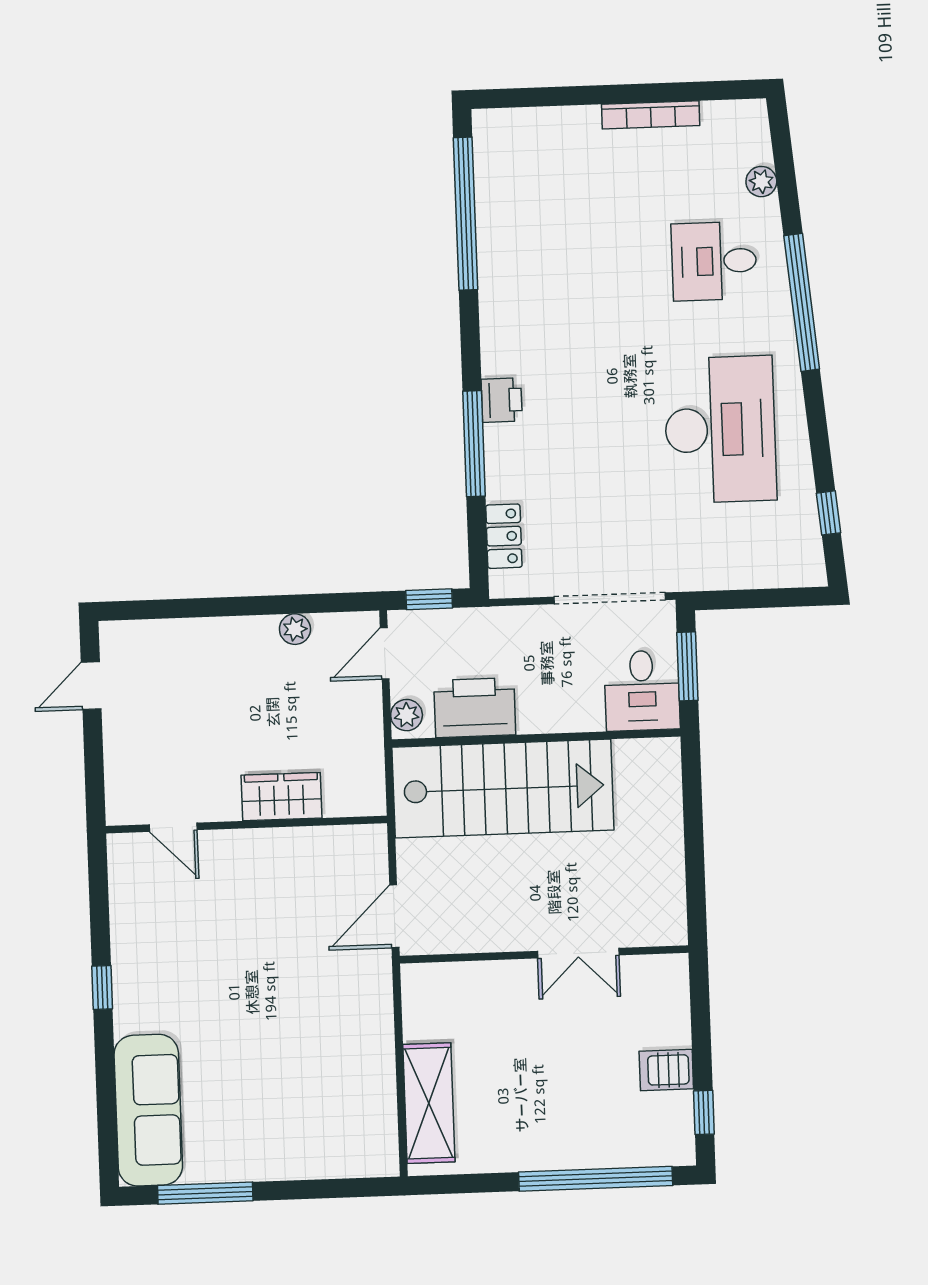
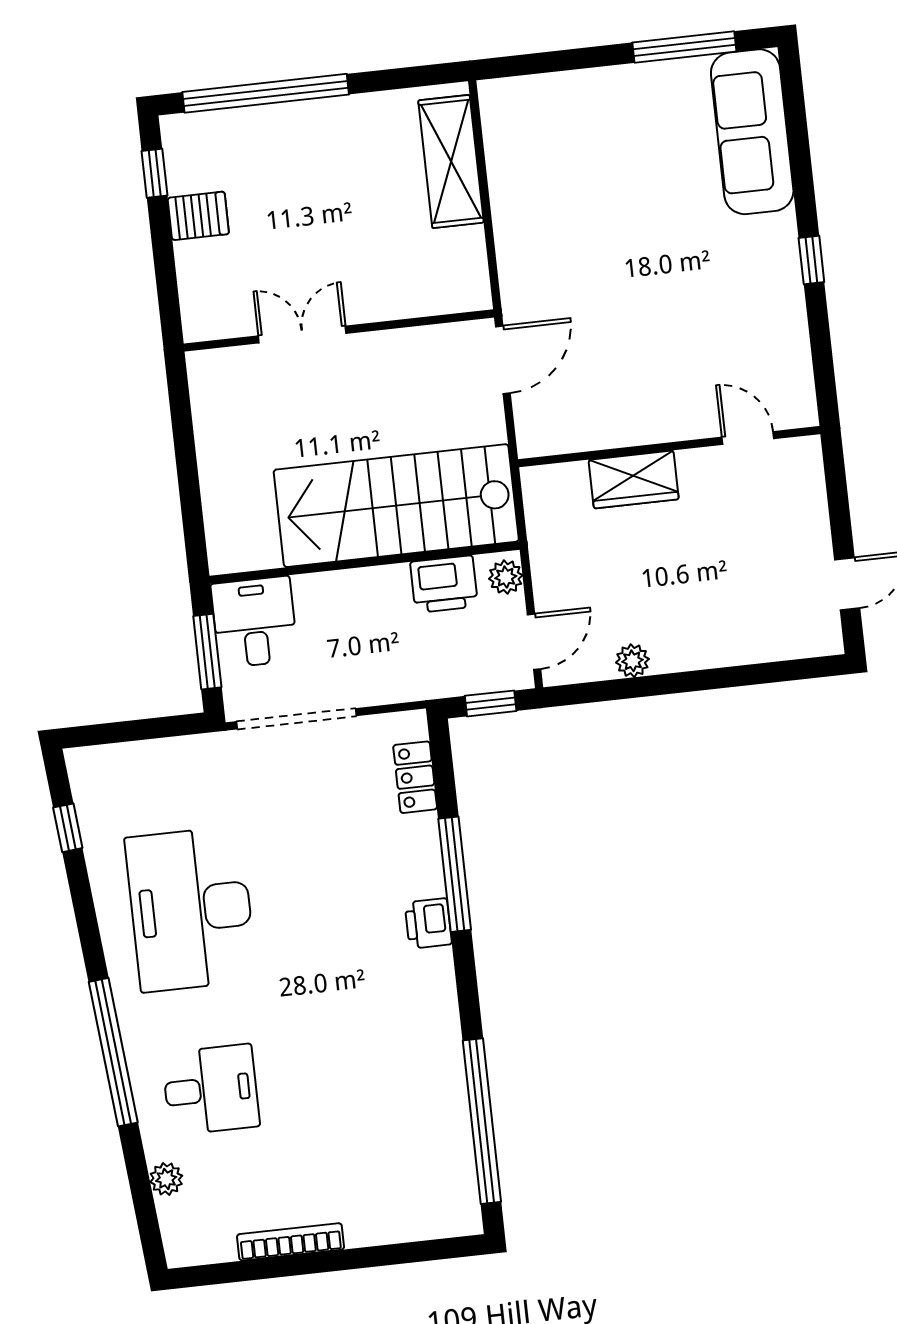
printer: (475, 708) -> (444, 584), width x0.73, depth x0.84

